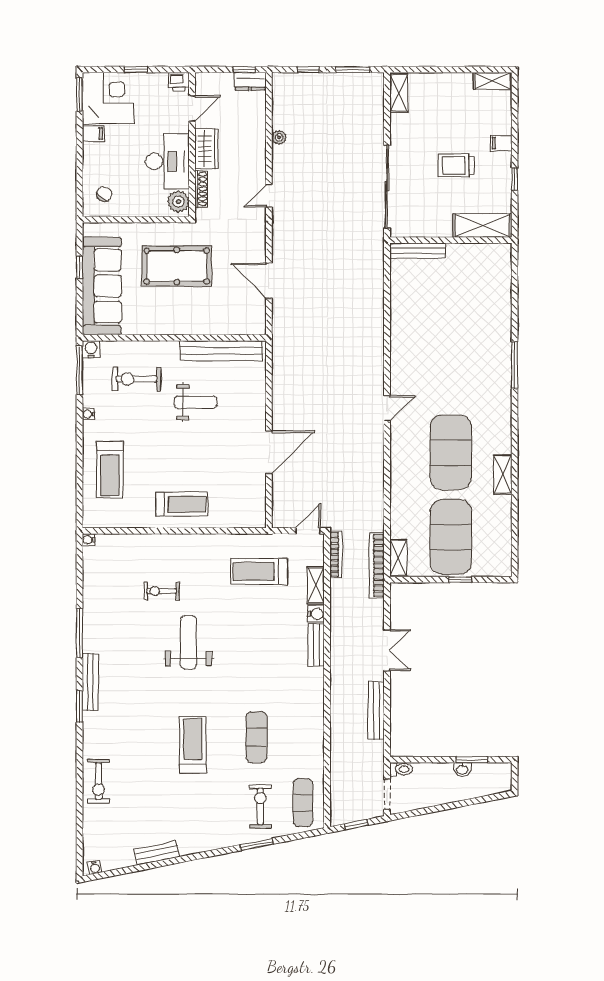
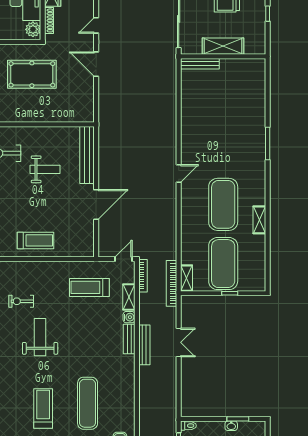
shelving: (482, 226) -> (223, 46), moved
door: (269, 281) -> (96, 64), moved
bench: (221, 351) -> (87, 155), moved, turned 90
bench: (376, 711) -> (144, 345), moved
exercise mat: (256, 737) -> (88, 403), width x1.36, depth x1.45

